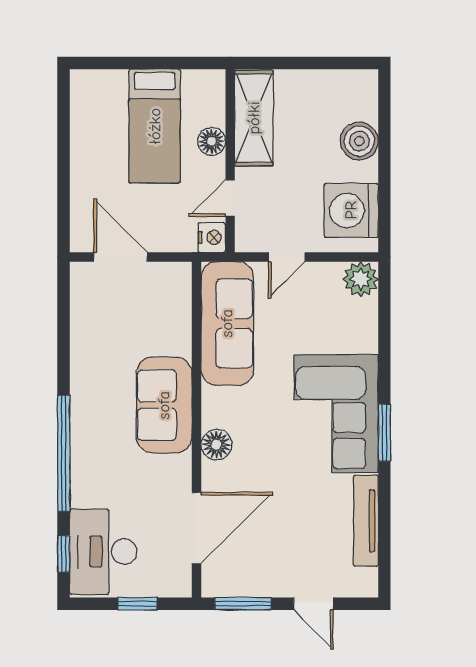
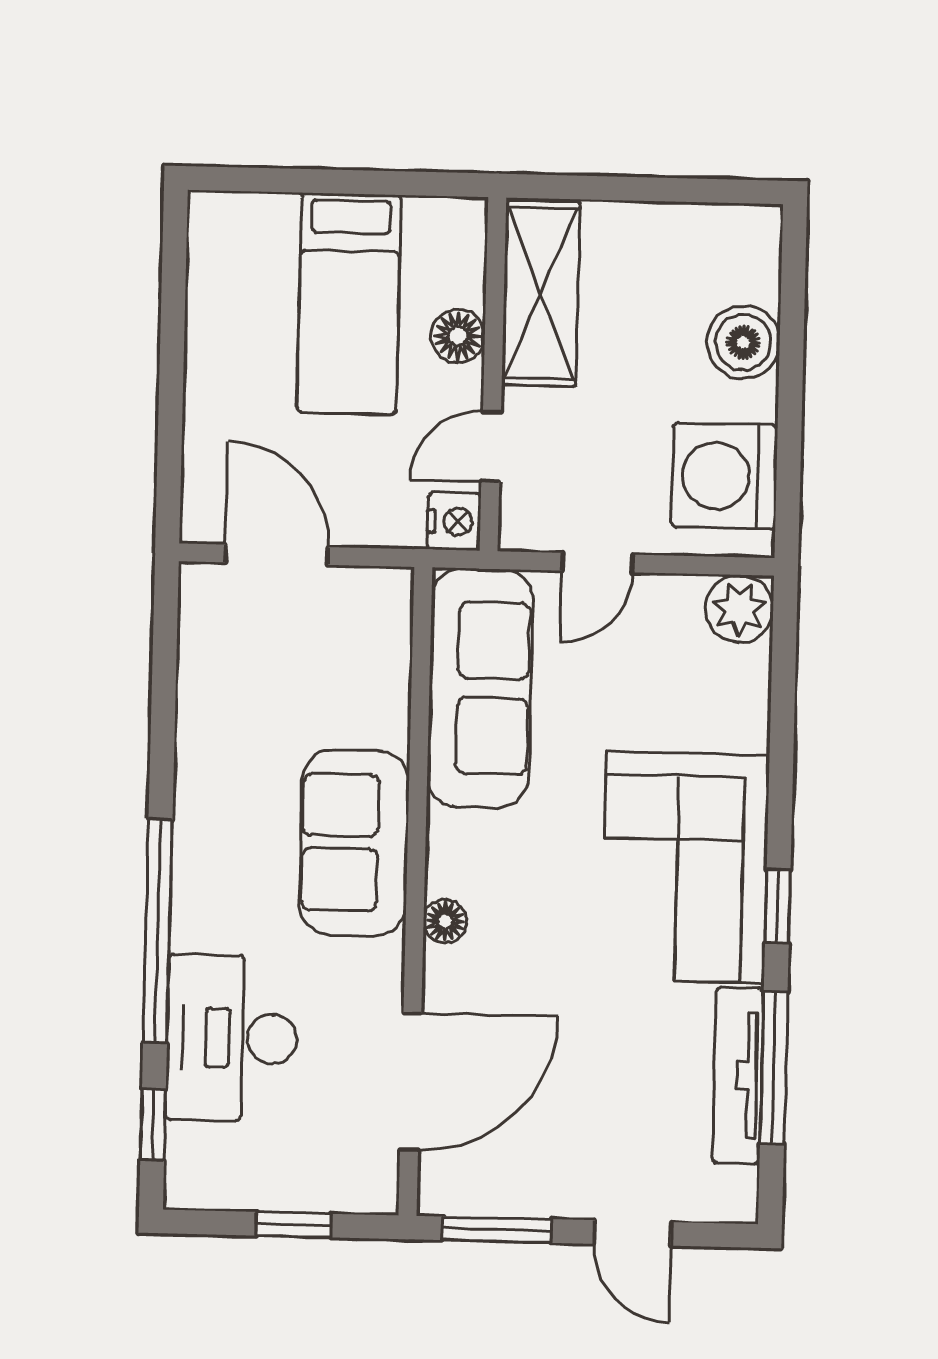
window: (384, 433) -> (778, 906), width x0.67
floor lamp: (216, 445) -> (445, 921), width x0.73, depth x0.73
window: (384, 516) -> (774, 1068), added
desk: (103, 552) -> (232, 1038), moved

